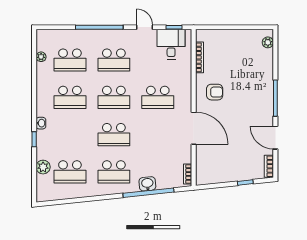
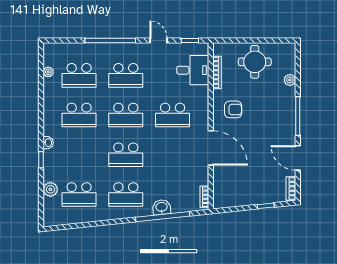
plant: (268, 42) -> (290, 80), moved
desk: (171, 44) -> (193, 70), moved, turned 90
round table: (235, 47) -> (255, 62), added

